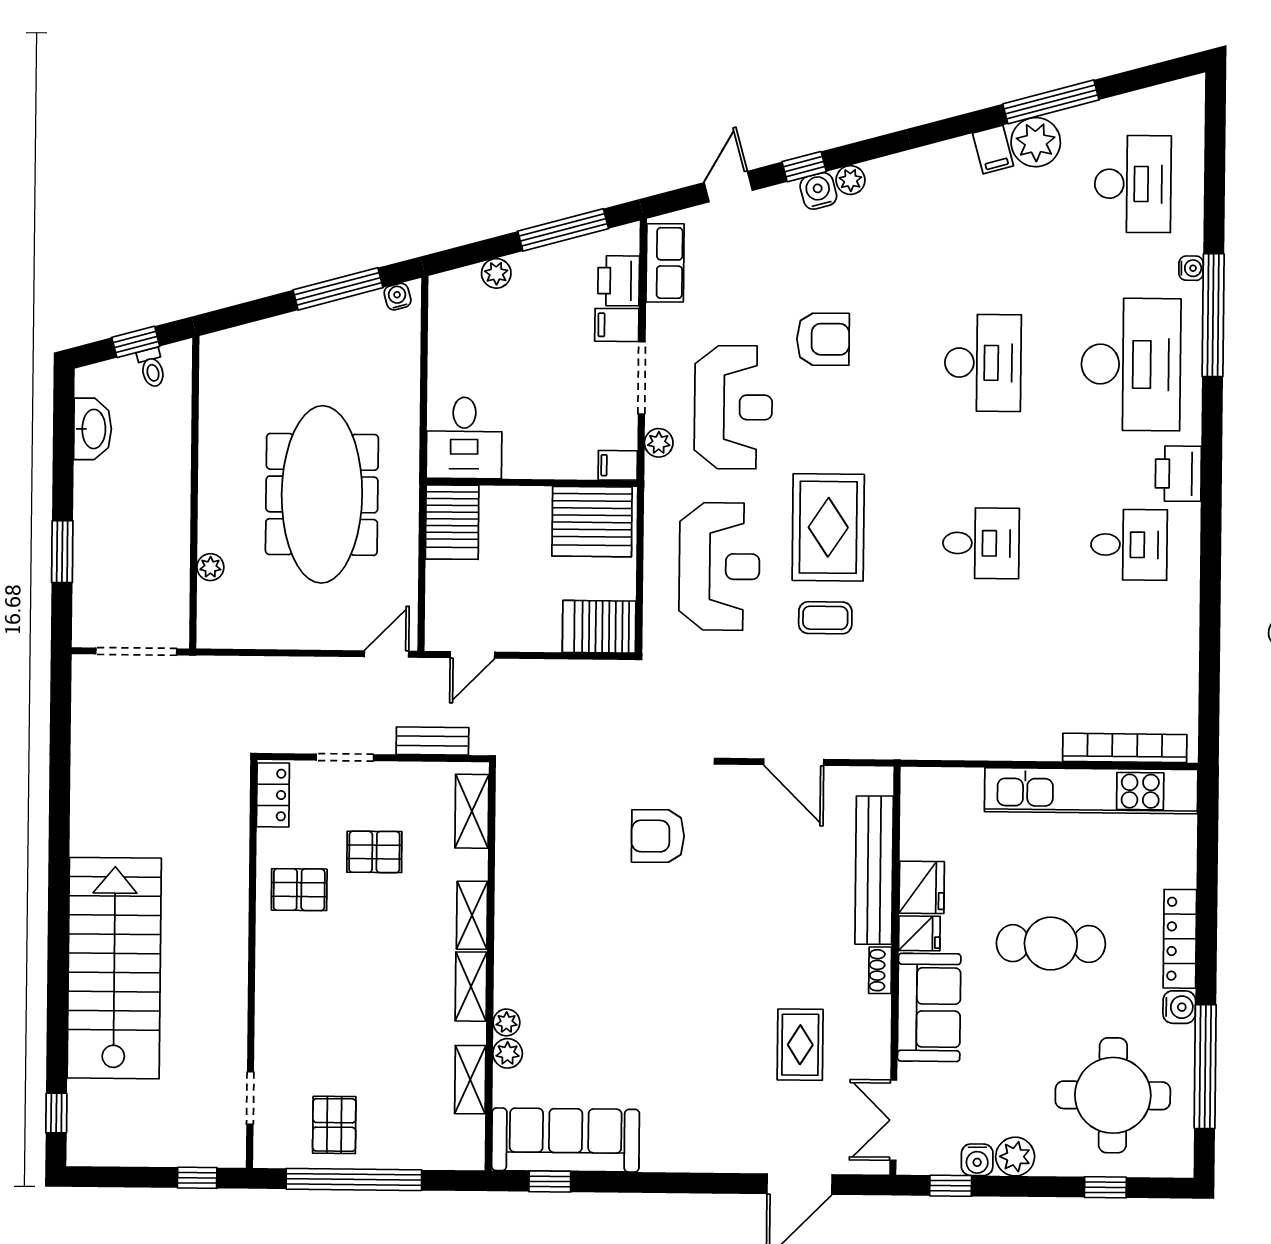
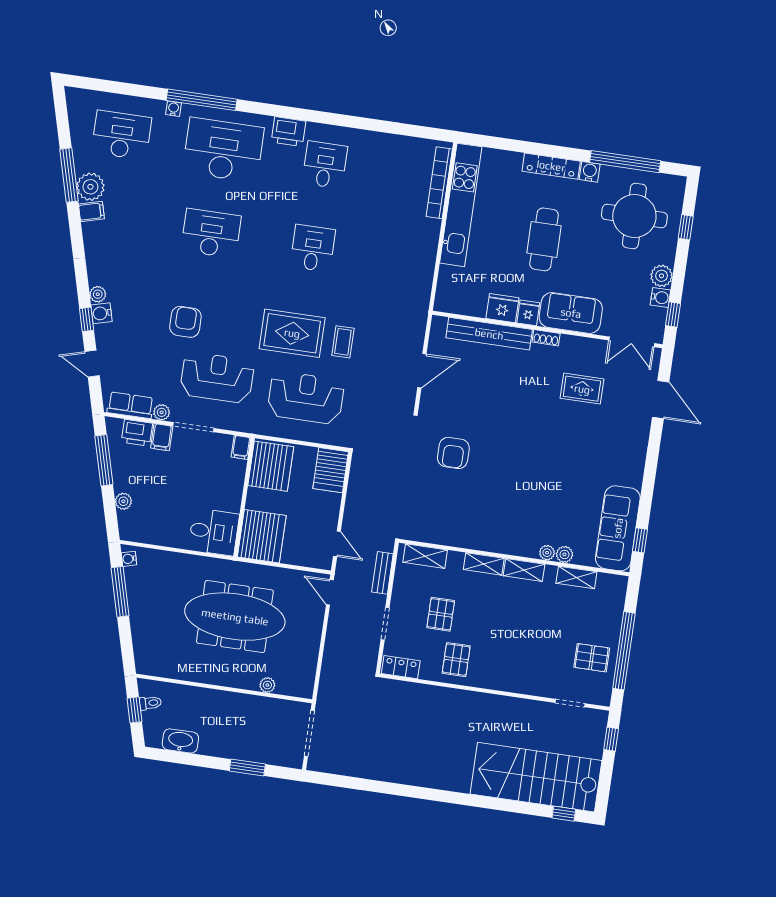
plant: (659, 443) -> (162, 412), moved
server rack: (452, 522) -> (262, 536), width x1.60
stairs: (114, 968) -> (536, 777), moved

